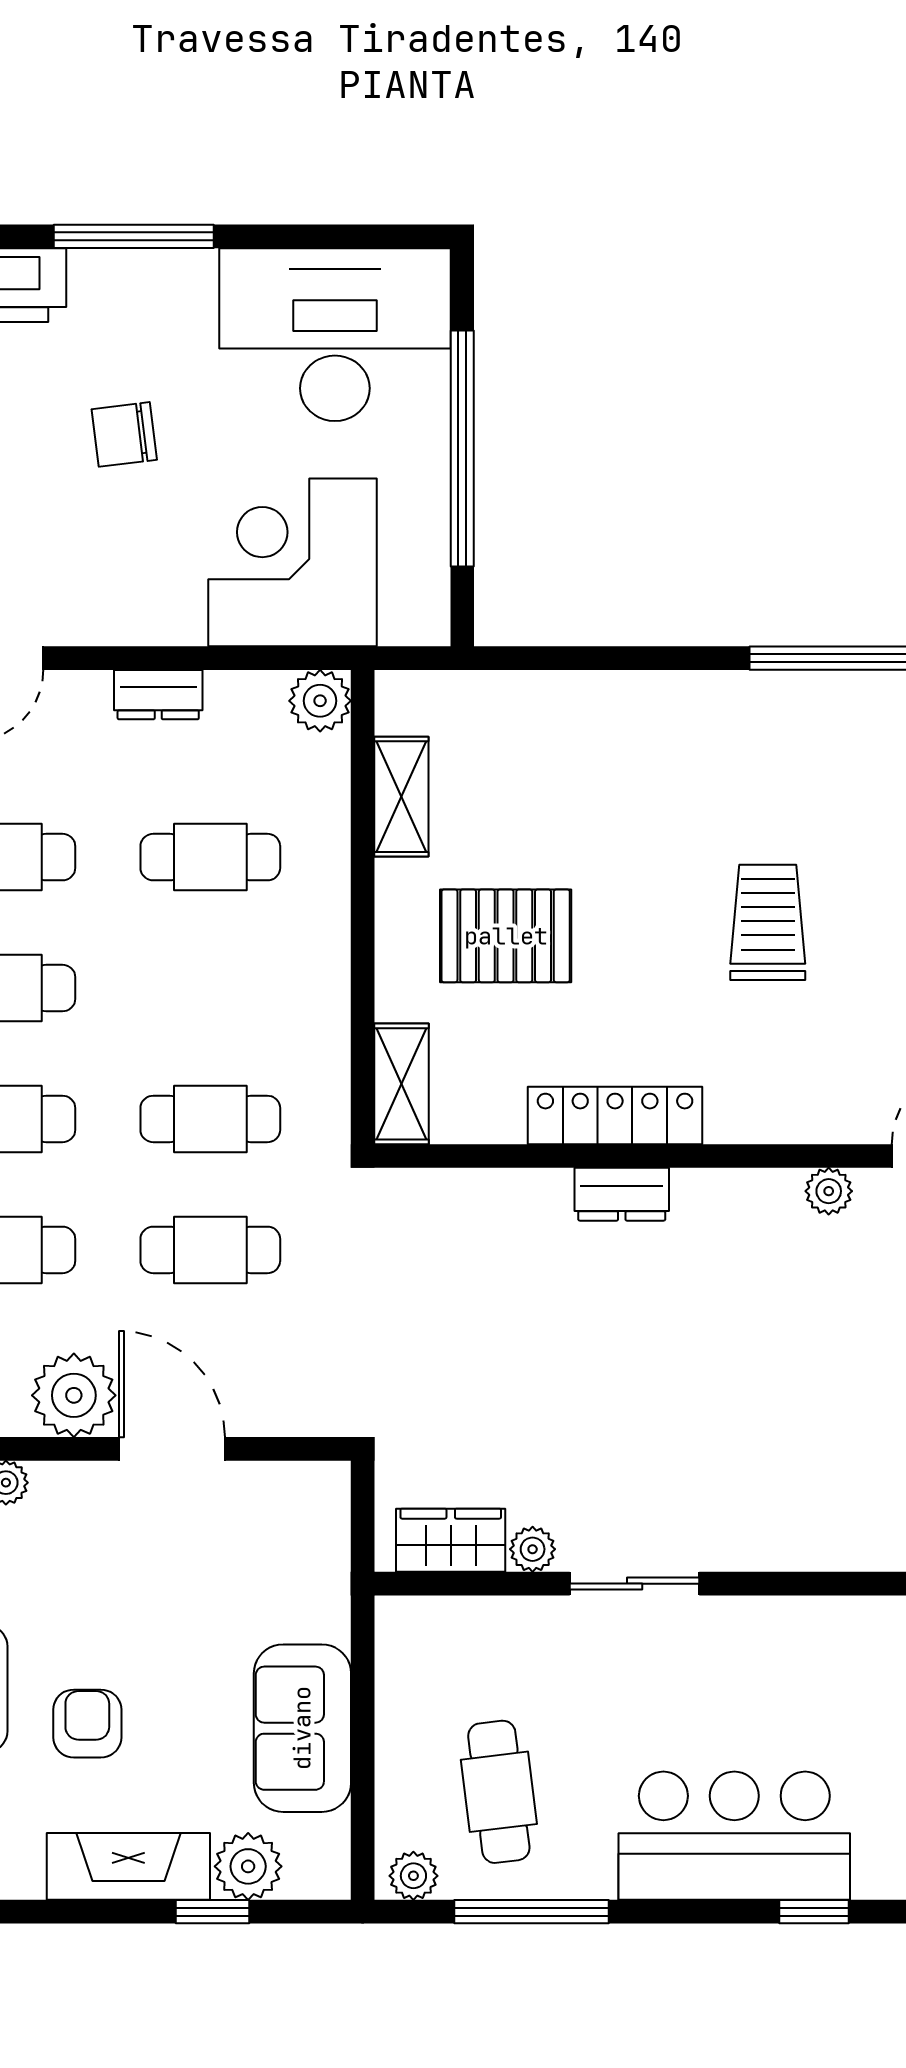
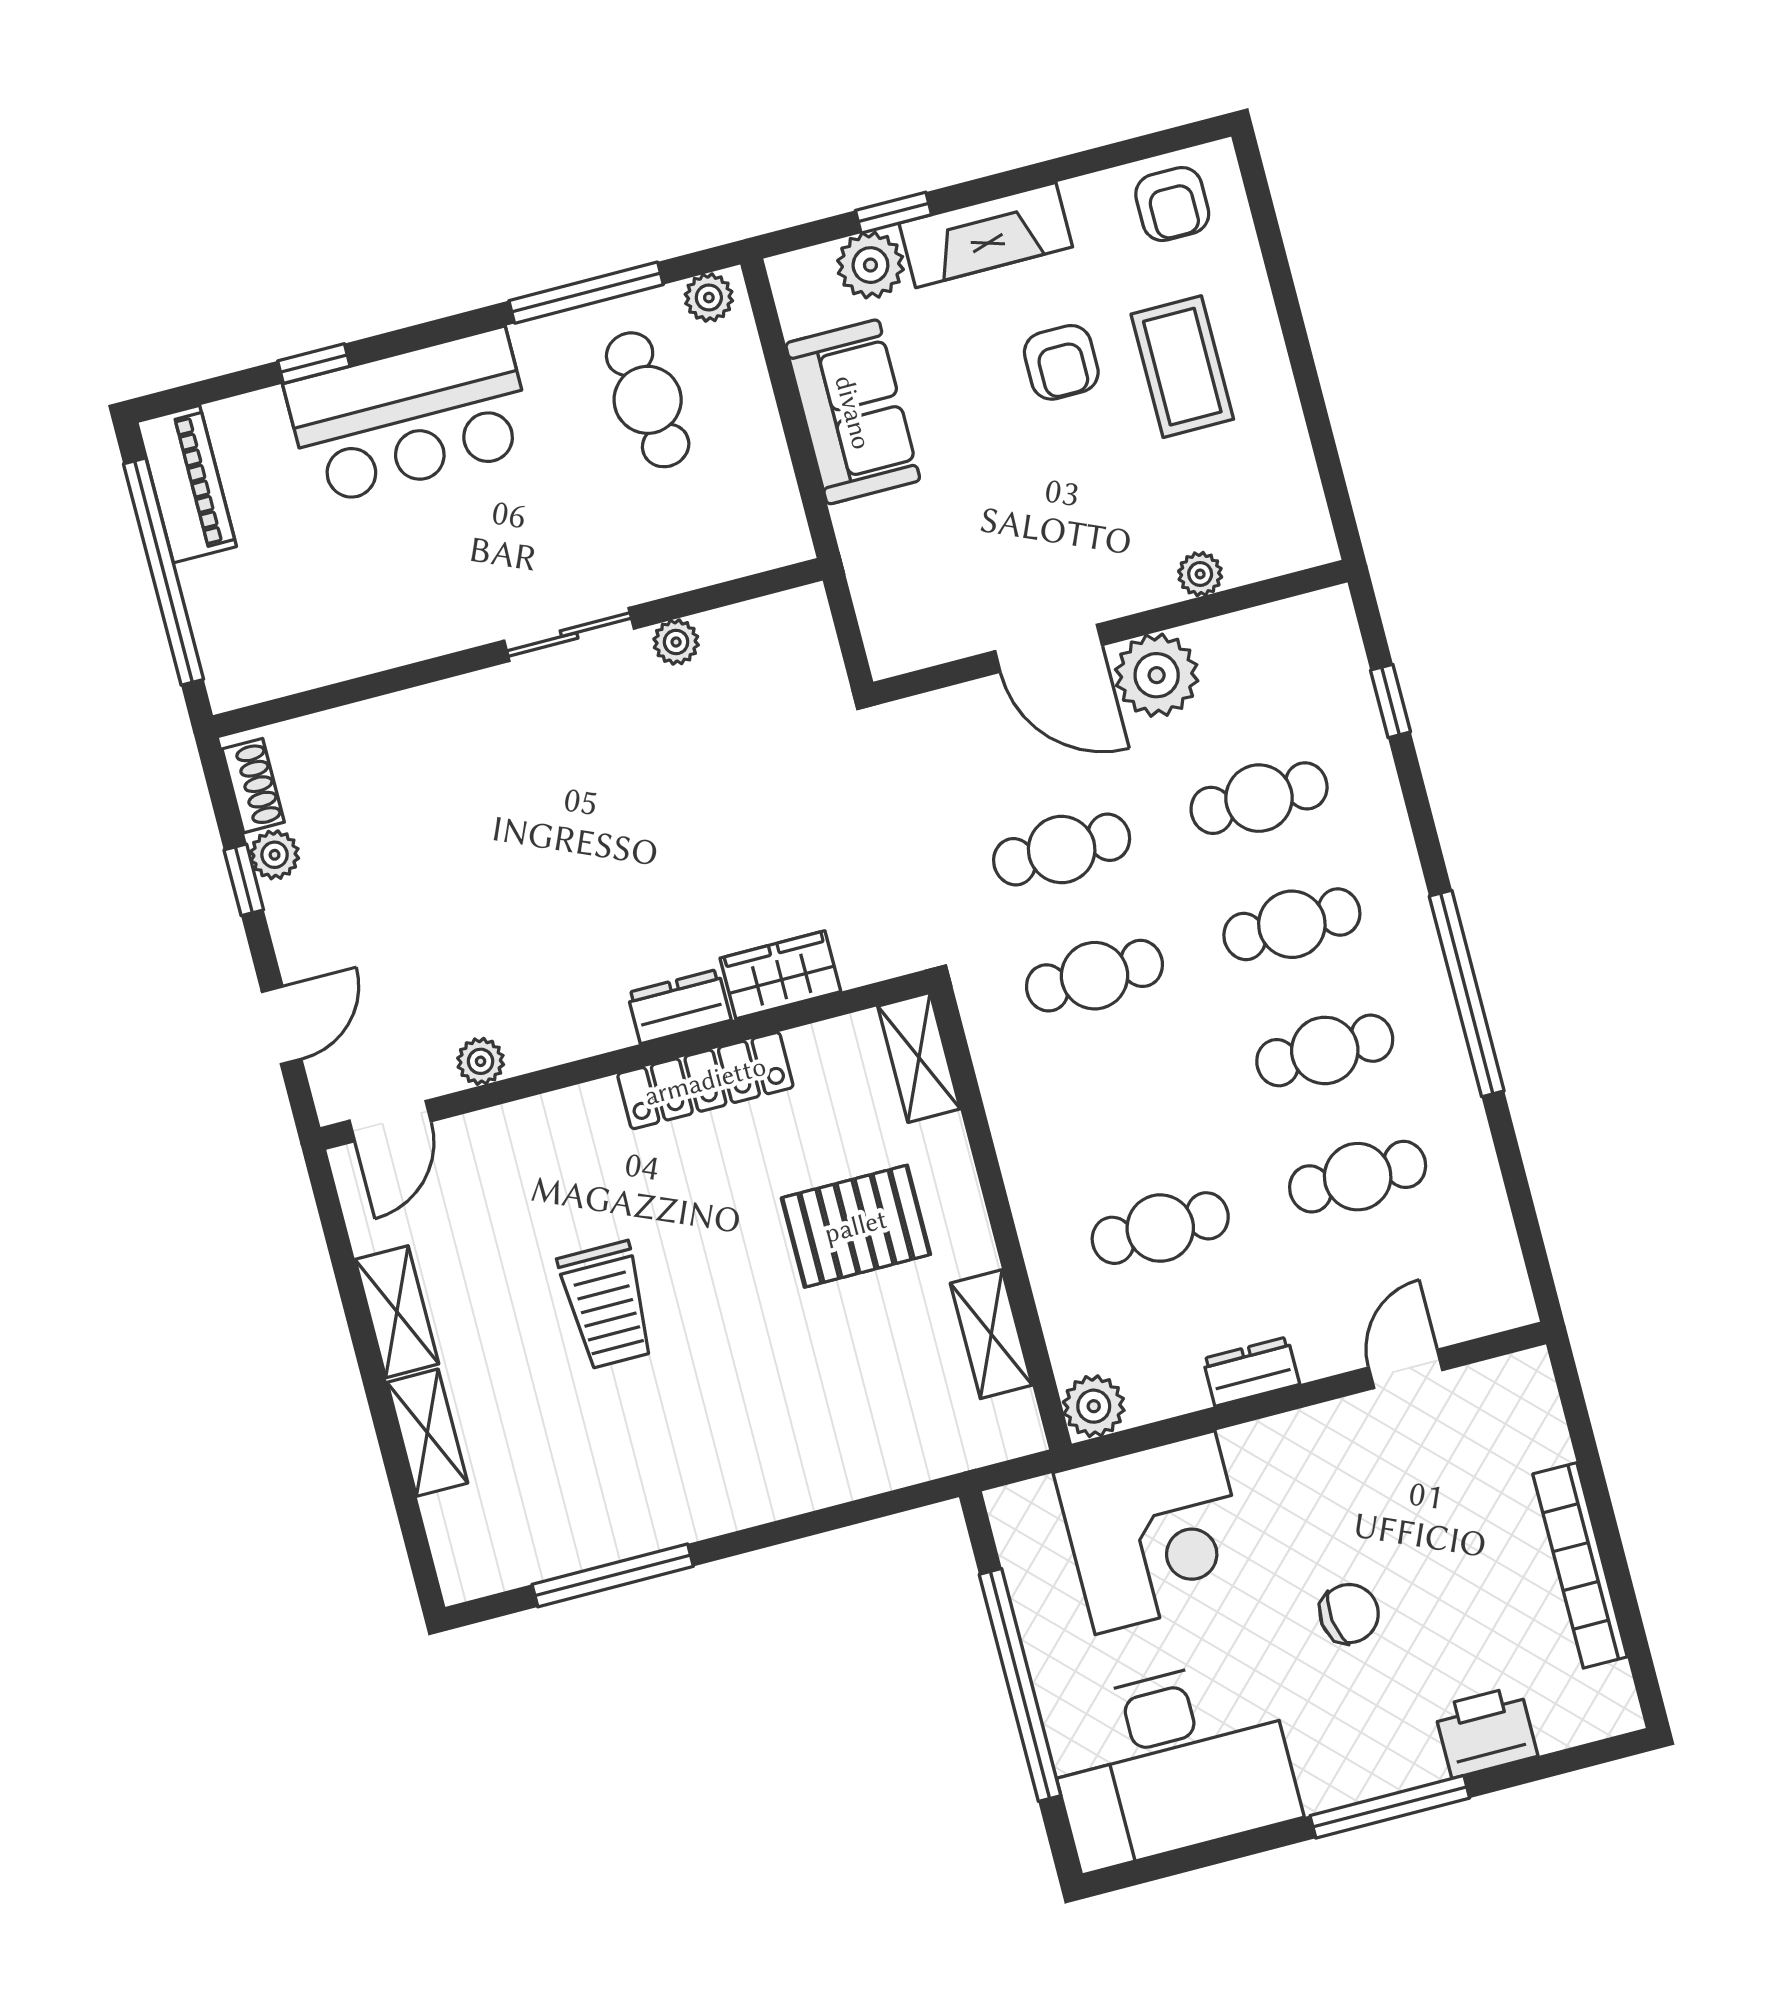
wardrobe: (451, 1540) -> (780, 975), moved, turned 180

